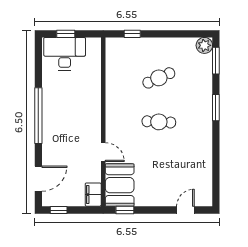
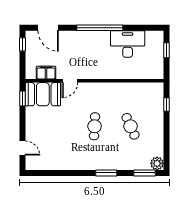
desk: (65, 54) -> (128, 44), moved, turned -90
filing cabinet: (93, 195) -> (46, 73), moved

